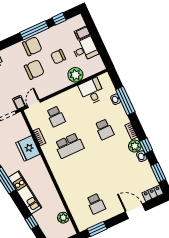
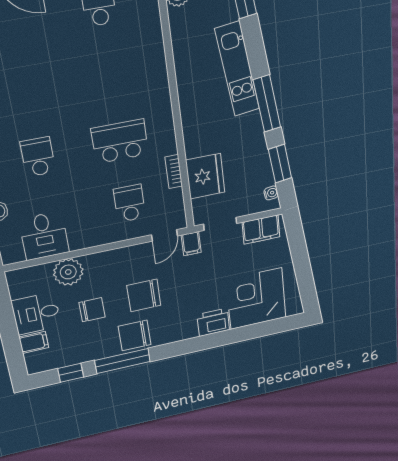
fridge: (28, 148) -> (205, 176), moved

